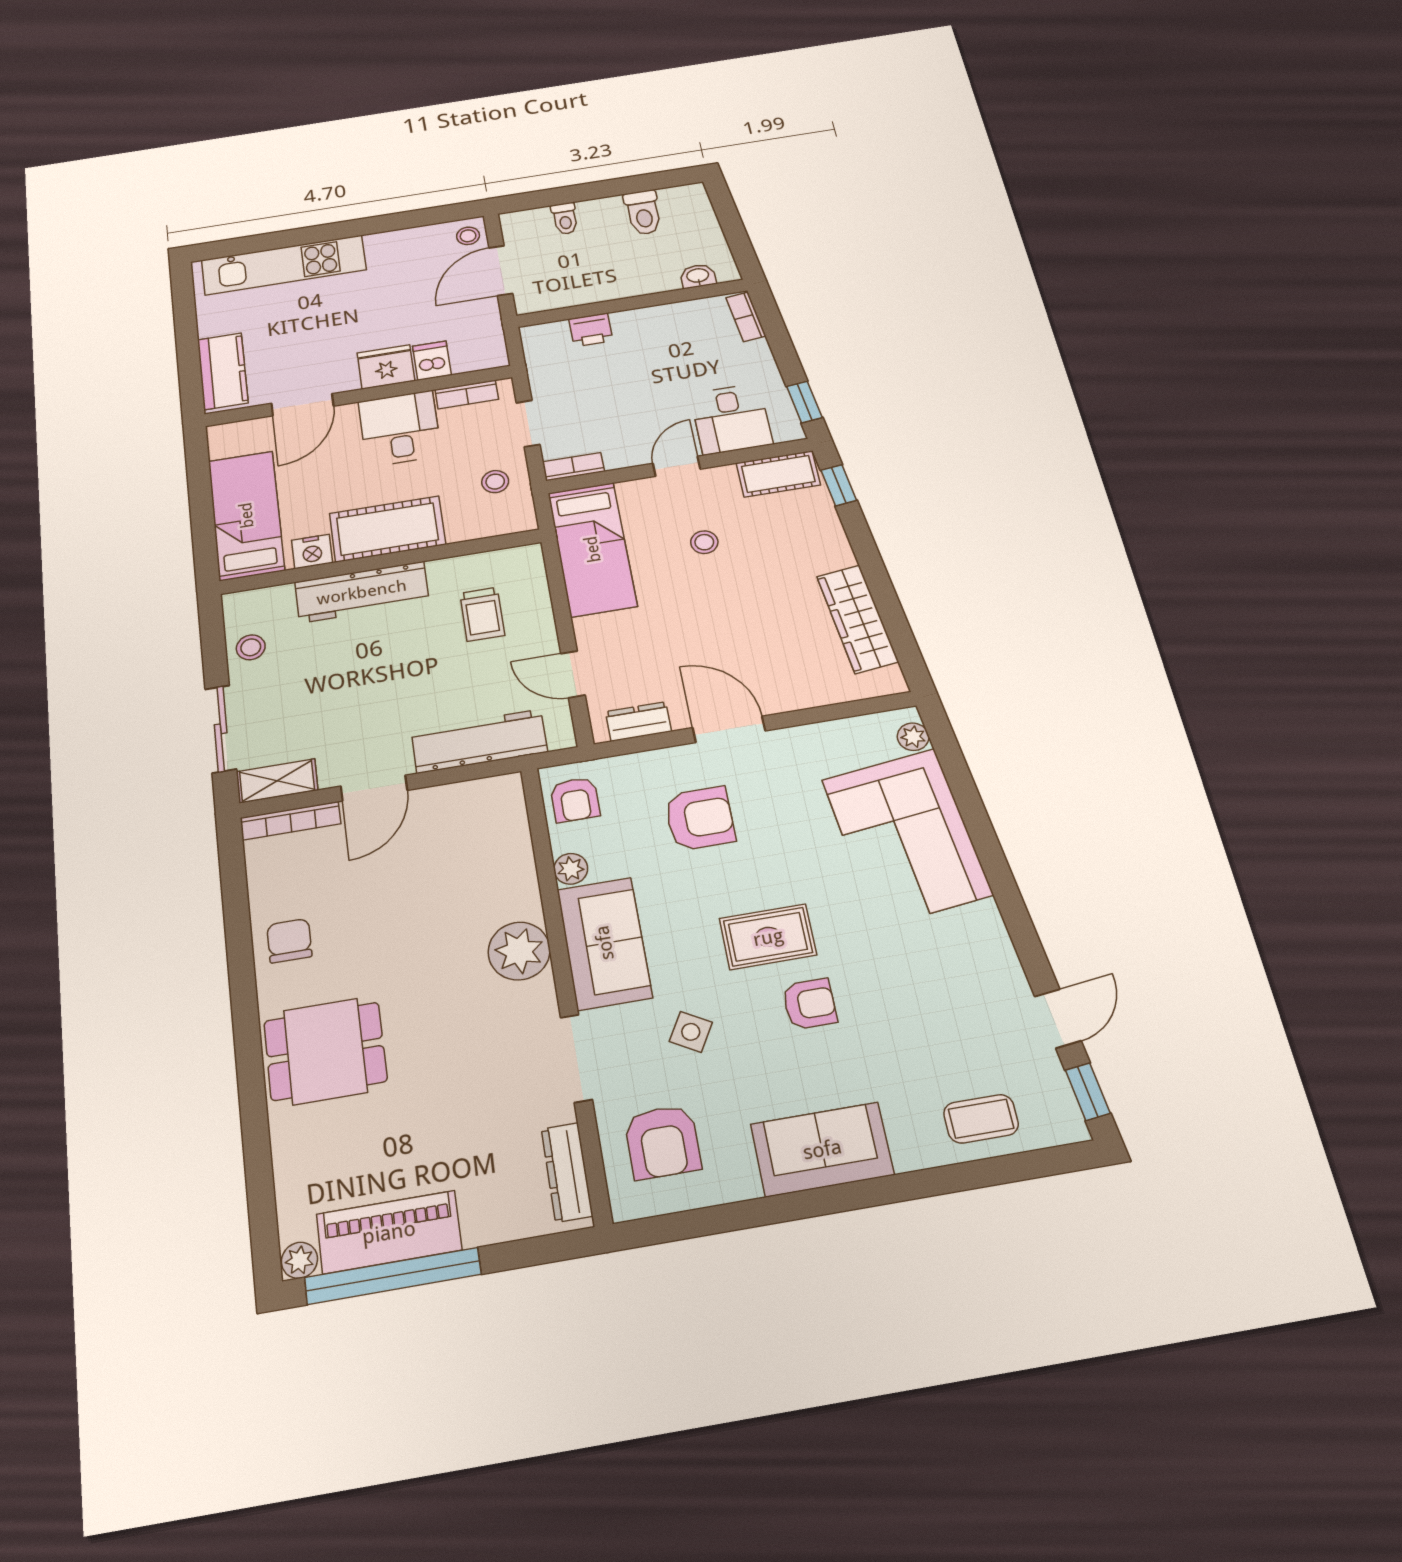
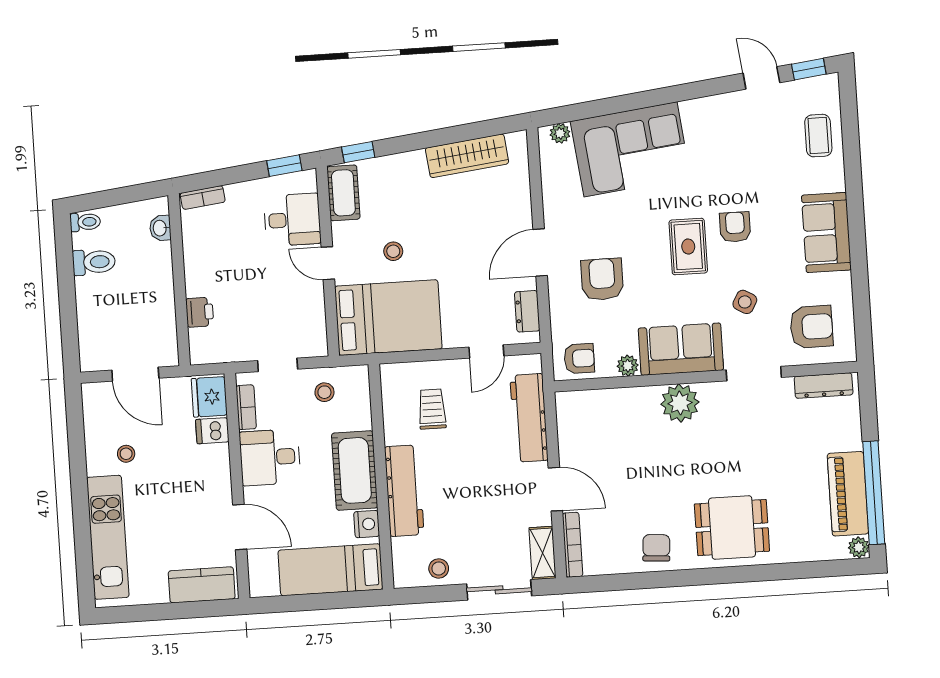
toilet: (565, 218) -> (85, 222), moved
stool: (468, 236) -> (126, 454), moved
fridge: (386, 367) -> (209, 397), moved
bookcase: (573, 467) -> (319, 336), removed
bed: (592, 549) -> (388, 318), width x1.50
trolley: (482, 614) -> (432, 409), turned -90
chair: (289, 941) -> (656, 548), turned 94
dining table: (325, 1051) -> (732, 528), turned 90

